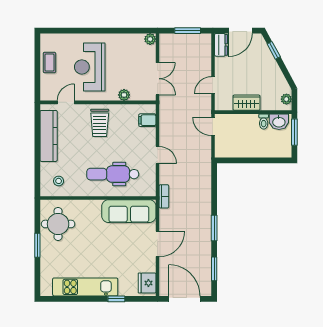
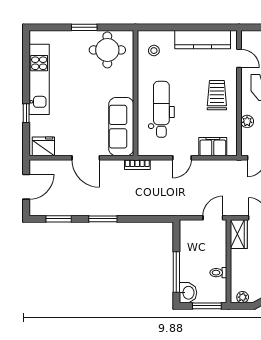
wardrobe: (246, 103) -> (239, 234), moved
filing cabinet: (147, 120) -> (213, 147), width x2.00
washbasin: (279, 122) -> (188, 293), moved, turned 180
trolley: (100, 123) -> (217, 95), turned 90
window: (263, 160) -> (176, 272), added
door: (184, 299) -> (26, 187), width x0.73

